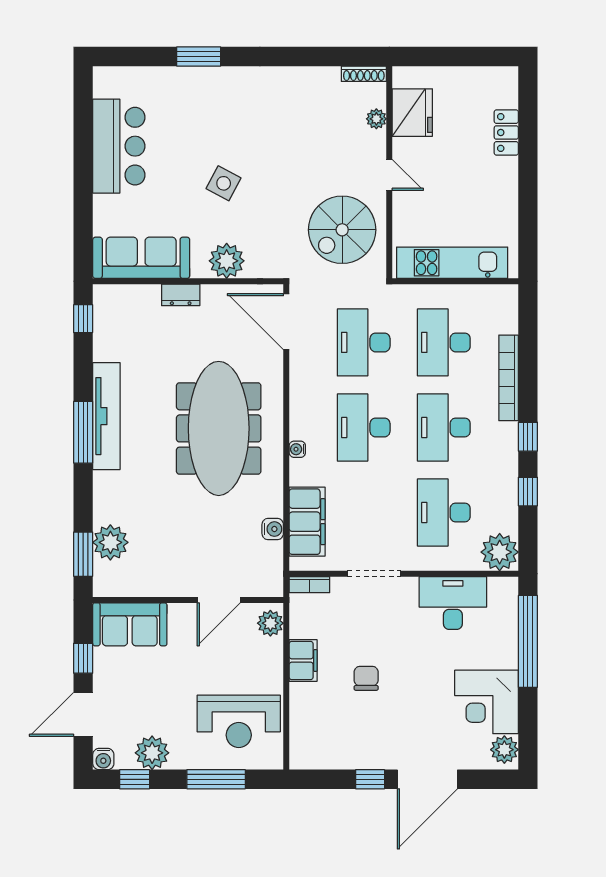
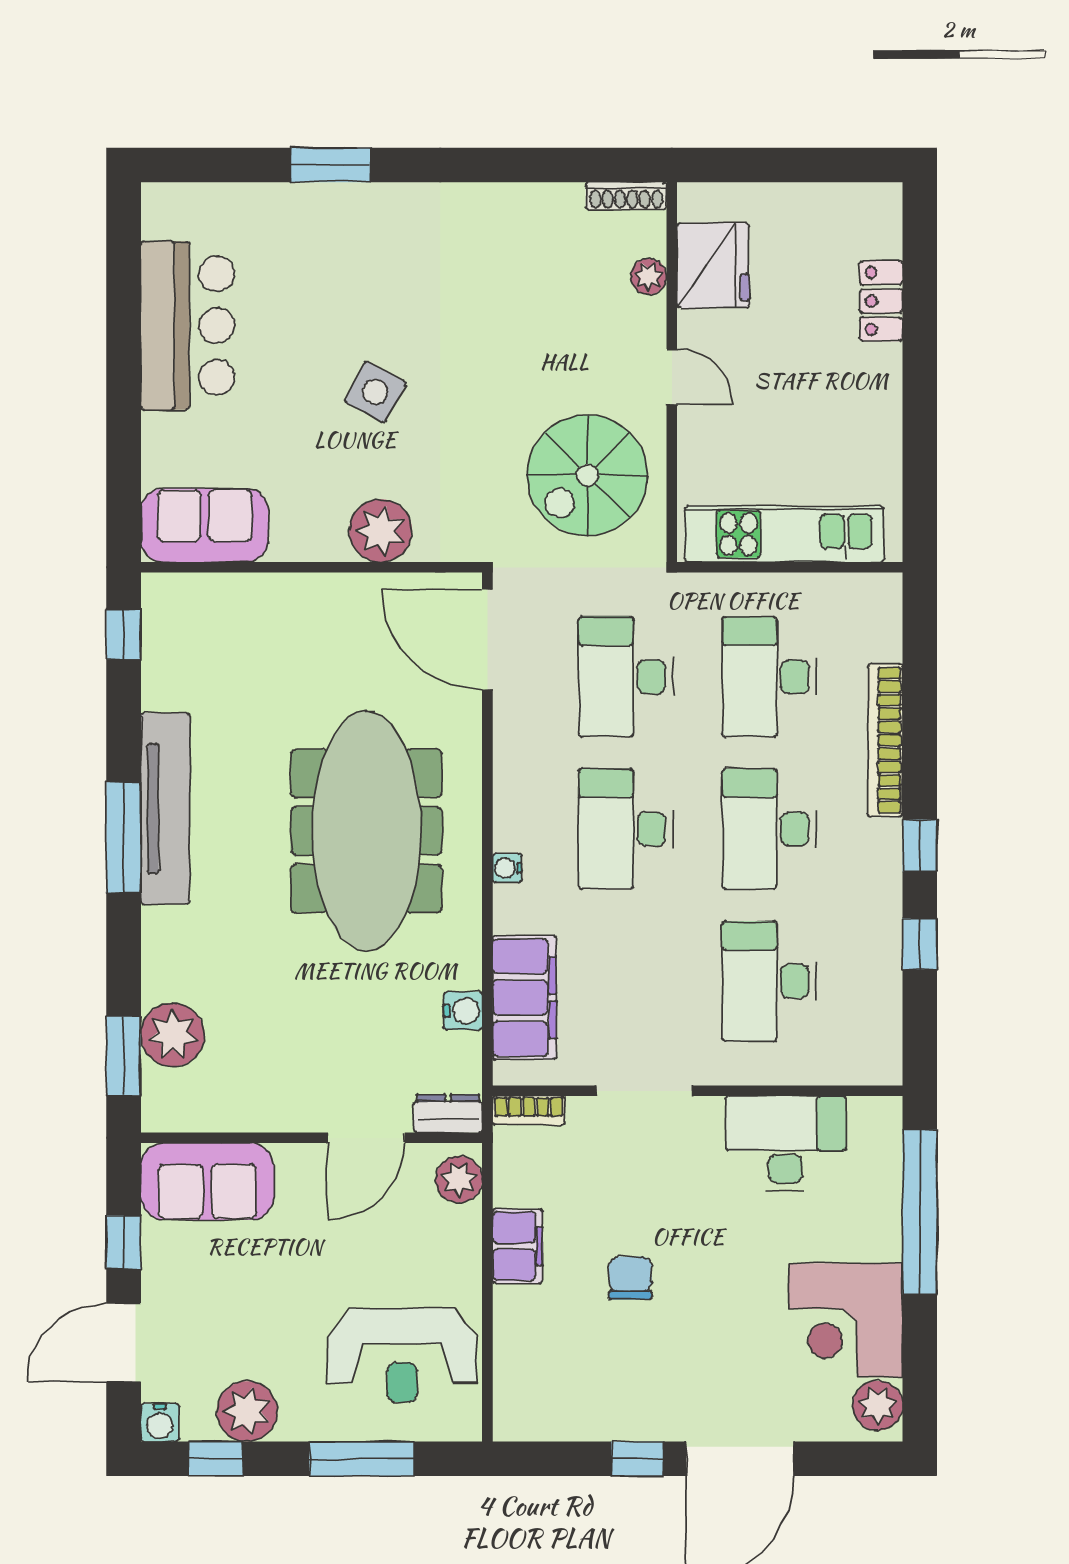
sofa: (141, 258) -> (205, 525), width x0.73
dresser: (181, 295) -> (448, 1113), moved, turned 180
plant: (500, 552) -> (869, 1052), removed

